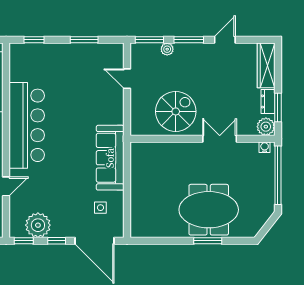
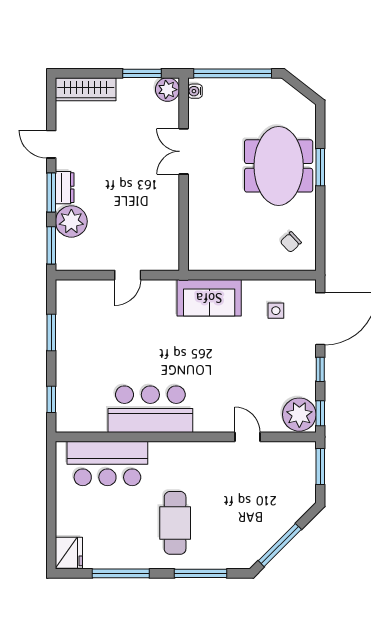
plant: (167, 49) -> (71, 221), width x1.87, depth x1.87
door: (127, 79) -> (128, 275), moved
dresser: (268, 101) -> (65, 188), moved, turned -90
spiral stairs: (176, 111) -> (147, 210), removed
bar counter: (27, 125) -> (150, 409), width x0.73
sofa: (110, 158) -> (209, 298), width x0.73
chair: (152, 219) -> (291, 242), added
plant: (38, 225) -> (299, 415), moved

